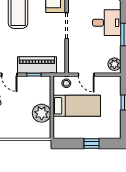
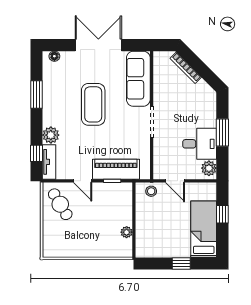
desk: (107, 23) -> (200, 144), moved
bed: (77, 106) -> (204, 229), moved, turned -90
plant: (42, 113) -> (127, 232), width x0.53, depth x0.53

